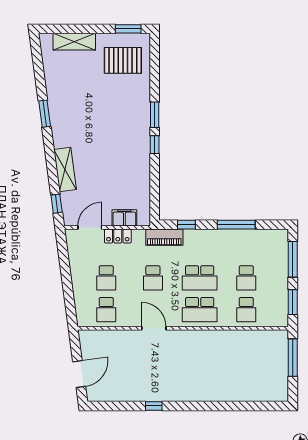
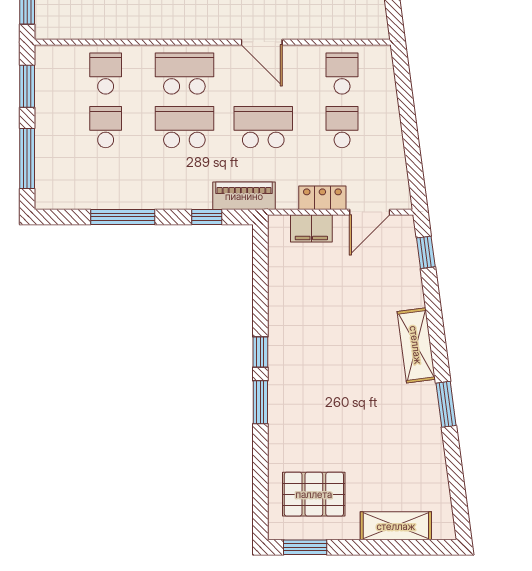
shelving: (65, 169) -> (416, 345), moved
school desk: (153, 278) -> (263, 127), width x1.85

